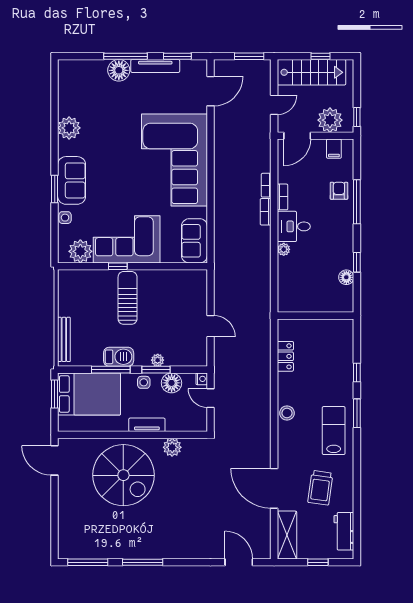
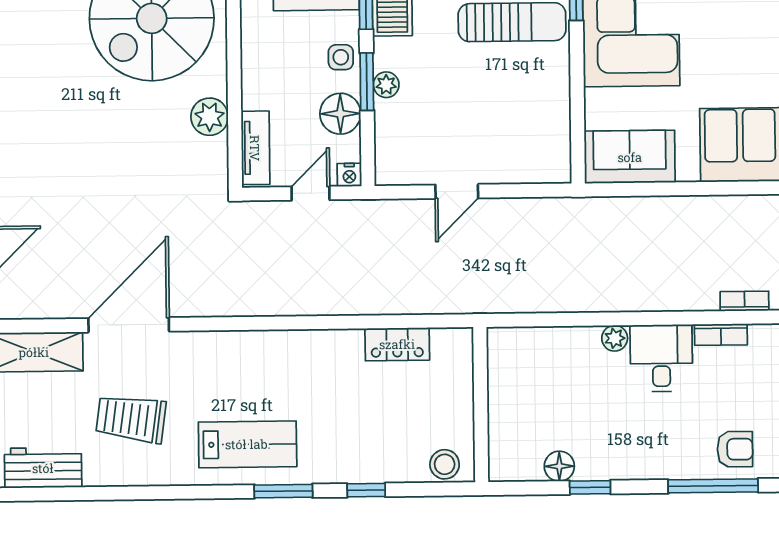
bookcase: (266, 212) -> (690, 301), removed
stool: (287, 413) -> (445, 464), moved
tv unit: (147, 425) -> (255, 148), moved

